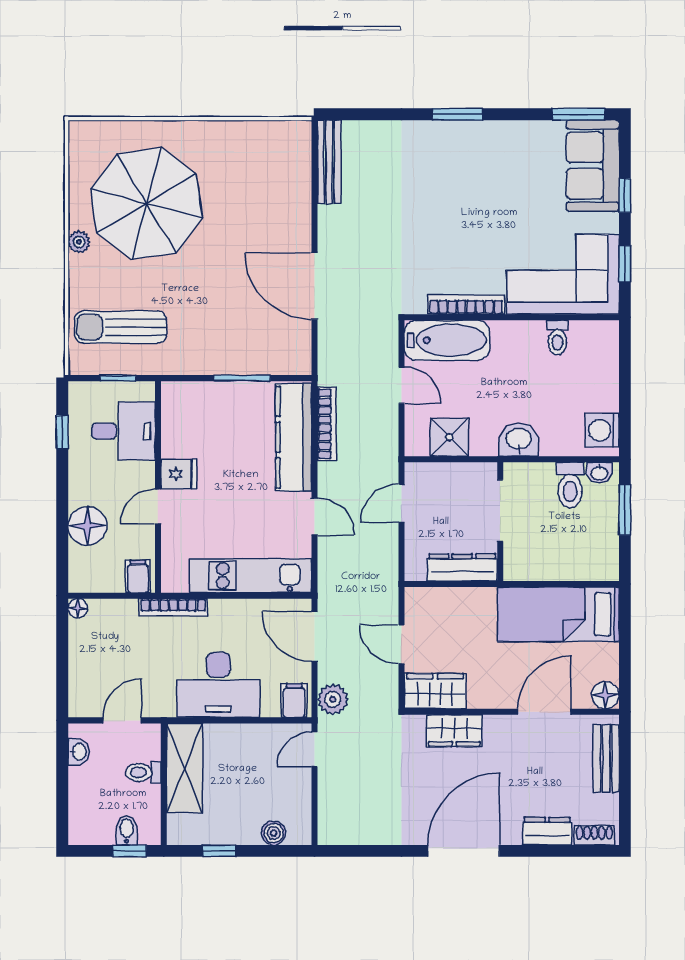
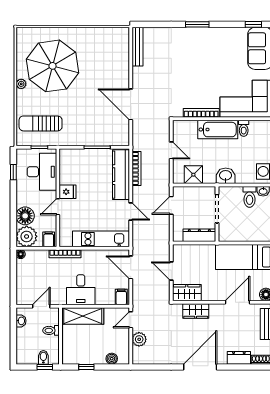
window: (578, 114) -> (253, 24), width x0.67
bathtub: (447, 340) -> (218, 130), moved
desk: (124, 431) -> (42, 172), width x1.37
plant: (91, 570) -> (27, 236), added
desk: (218, 685) -> (81, 290), width x0.73
plant: (333, 699) -> (139, 339), moved
shelving: (185, 768) -> (83, 316), moved, turned 90

